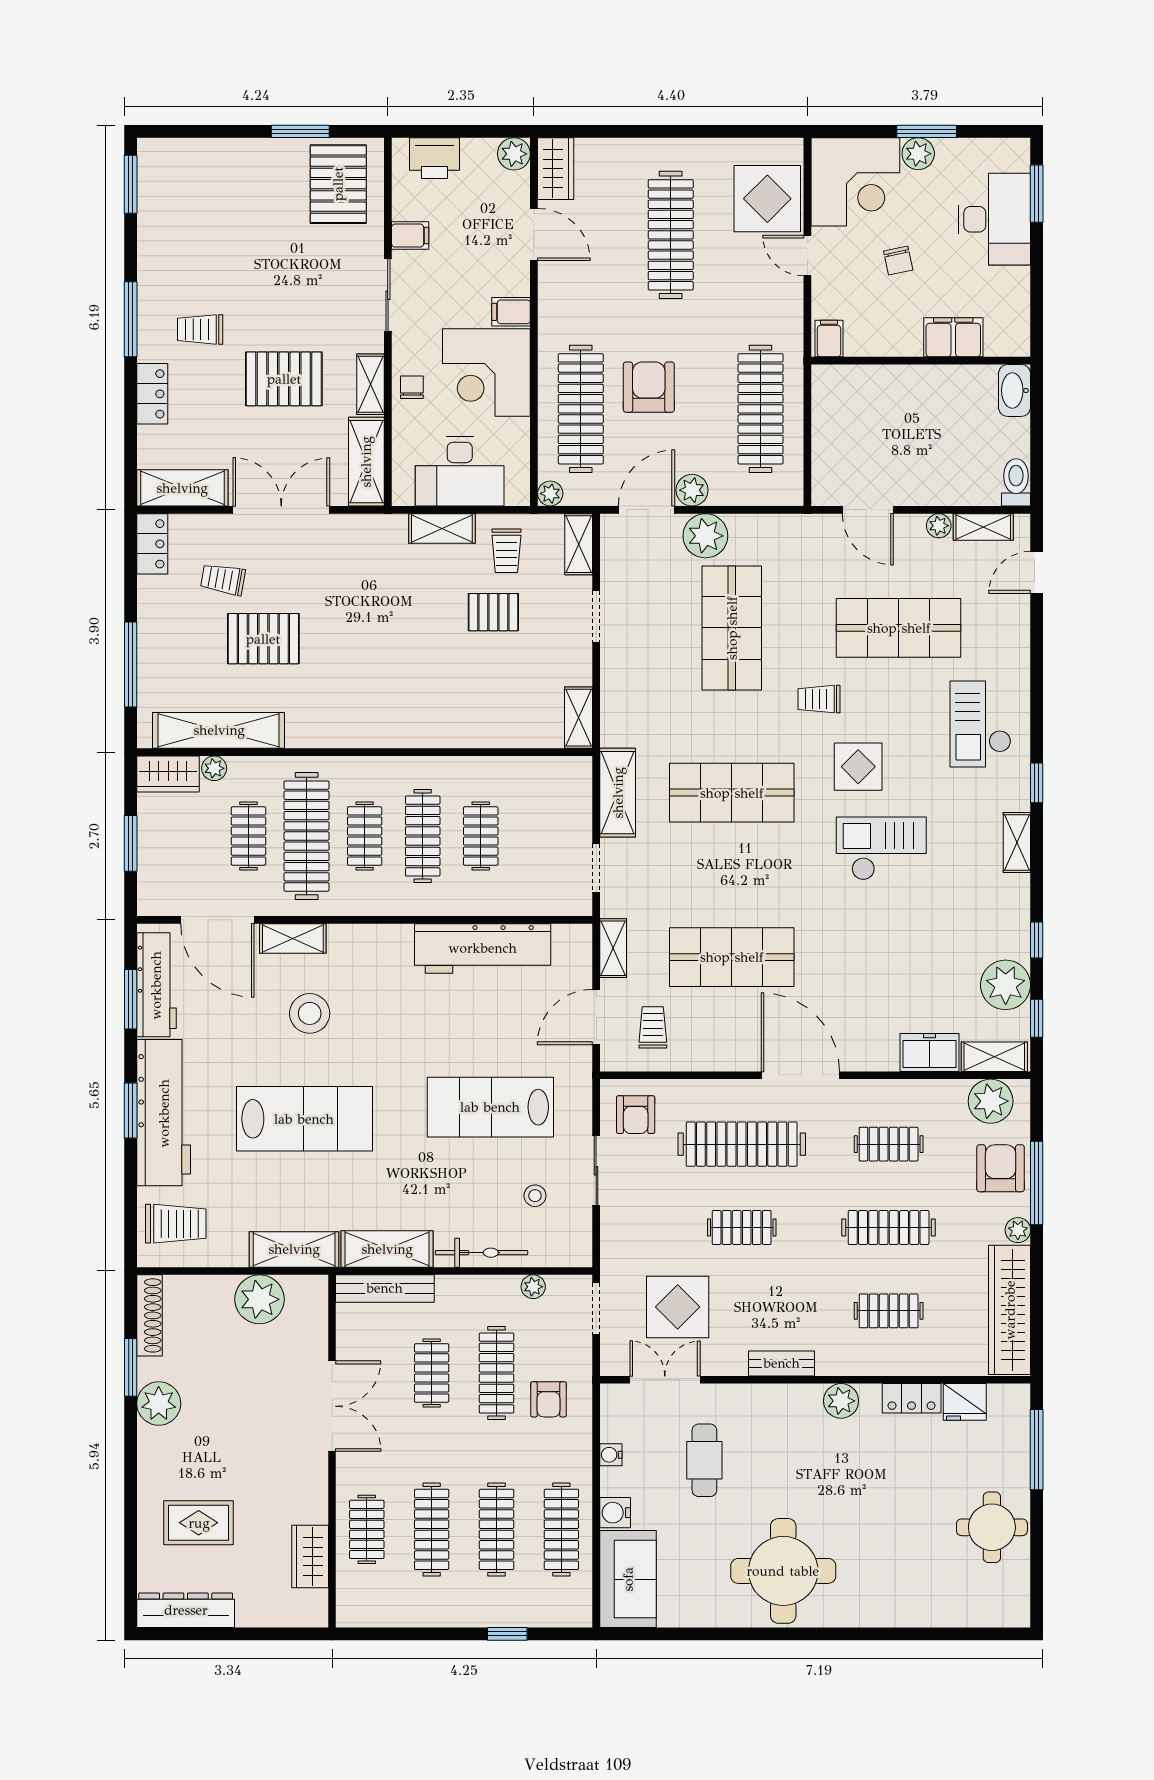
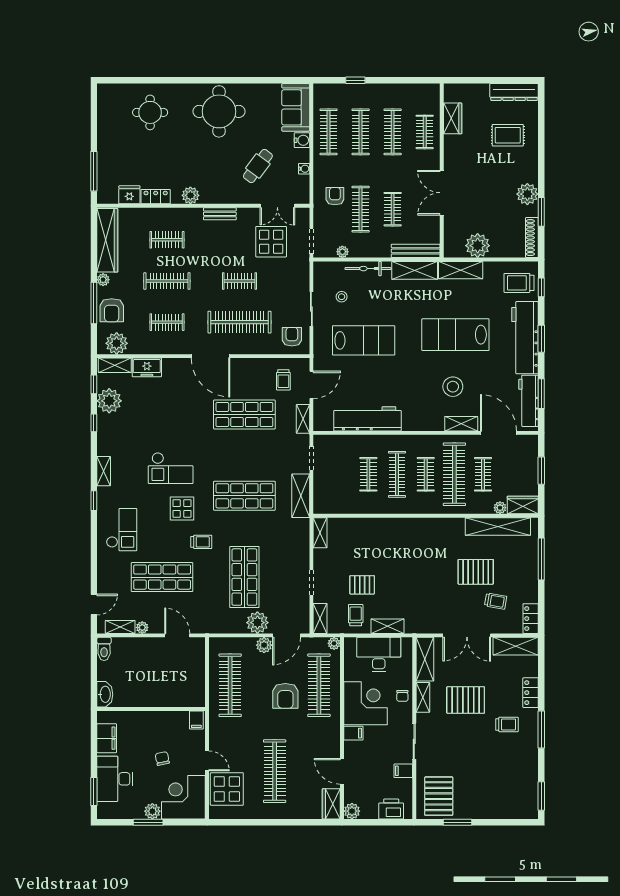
filing cabinet: (953, 337) -> (107, 738), moved, turned -90
window: (131, 1215) -> (541, 287), added
cafe table: (704, 1460) -> (258, 166), turned 37
round table: (992, 1527) -> (150, 112), moved

